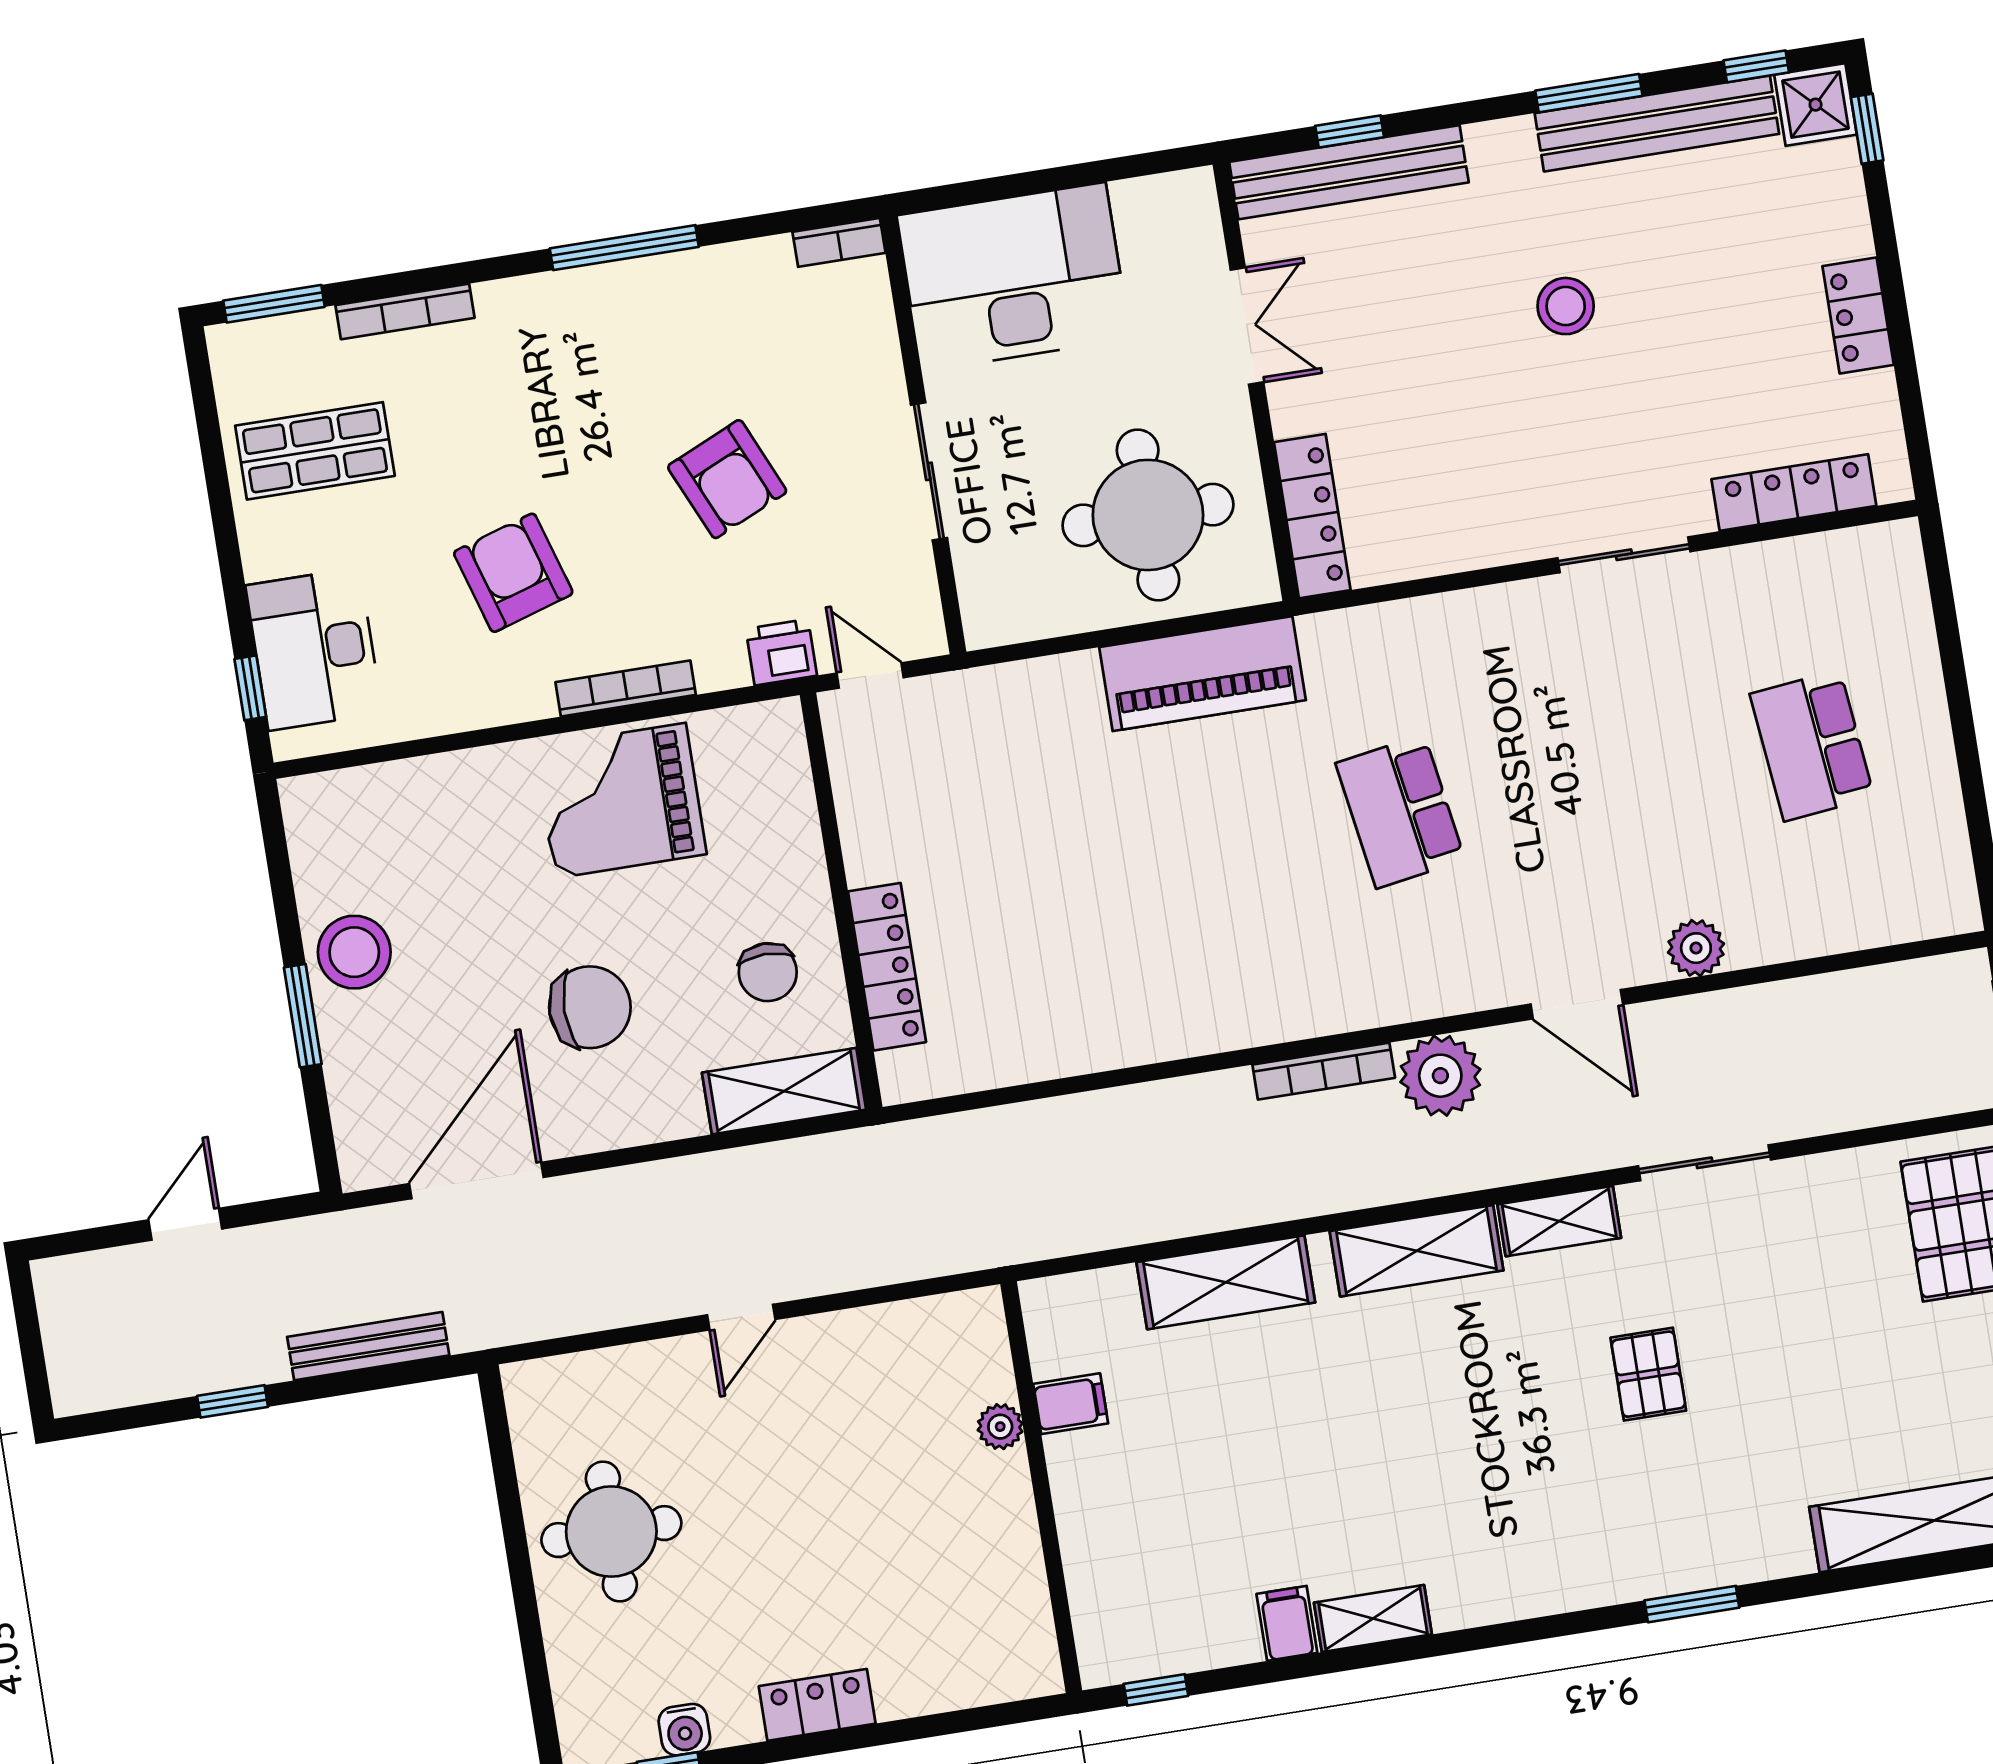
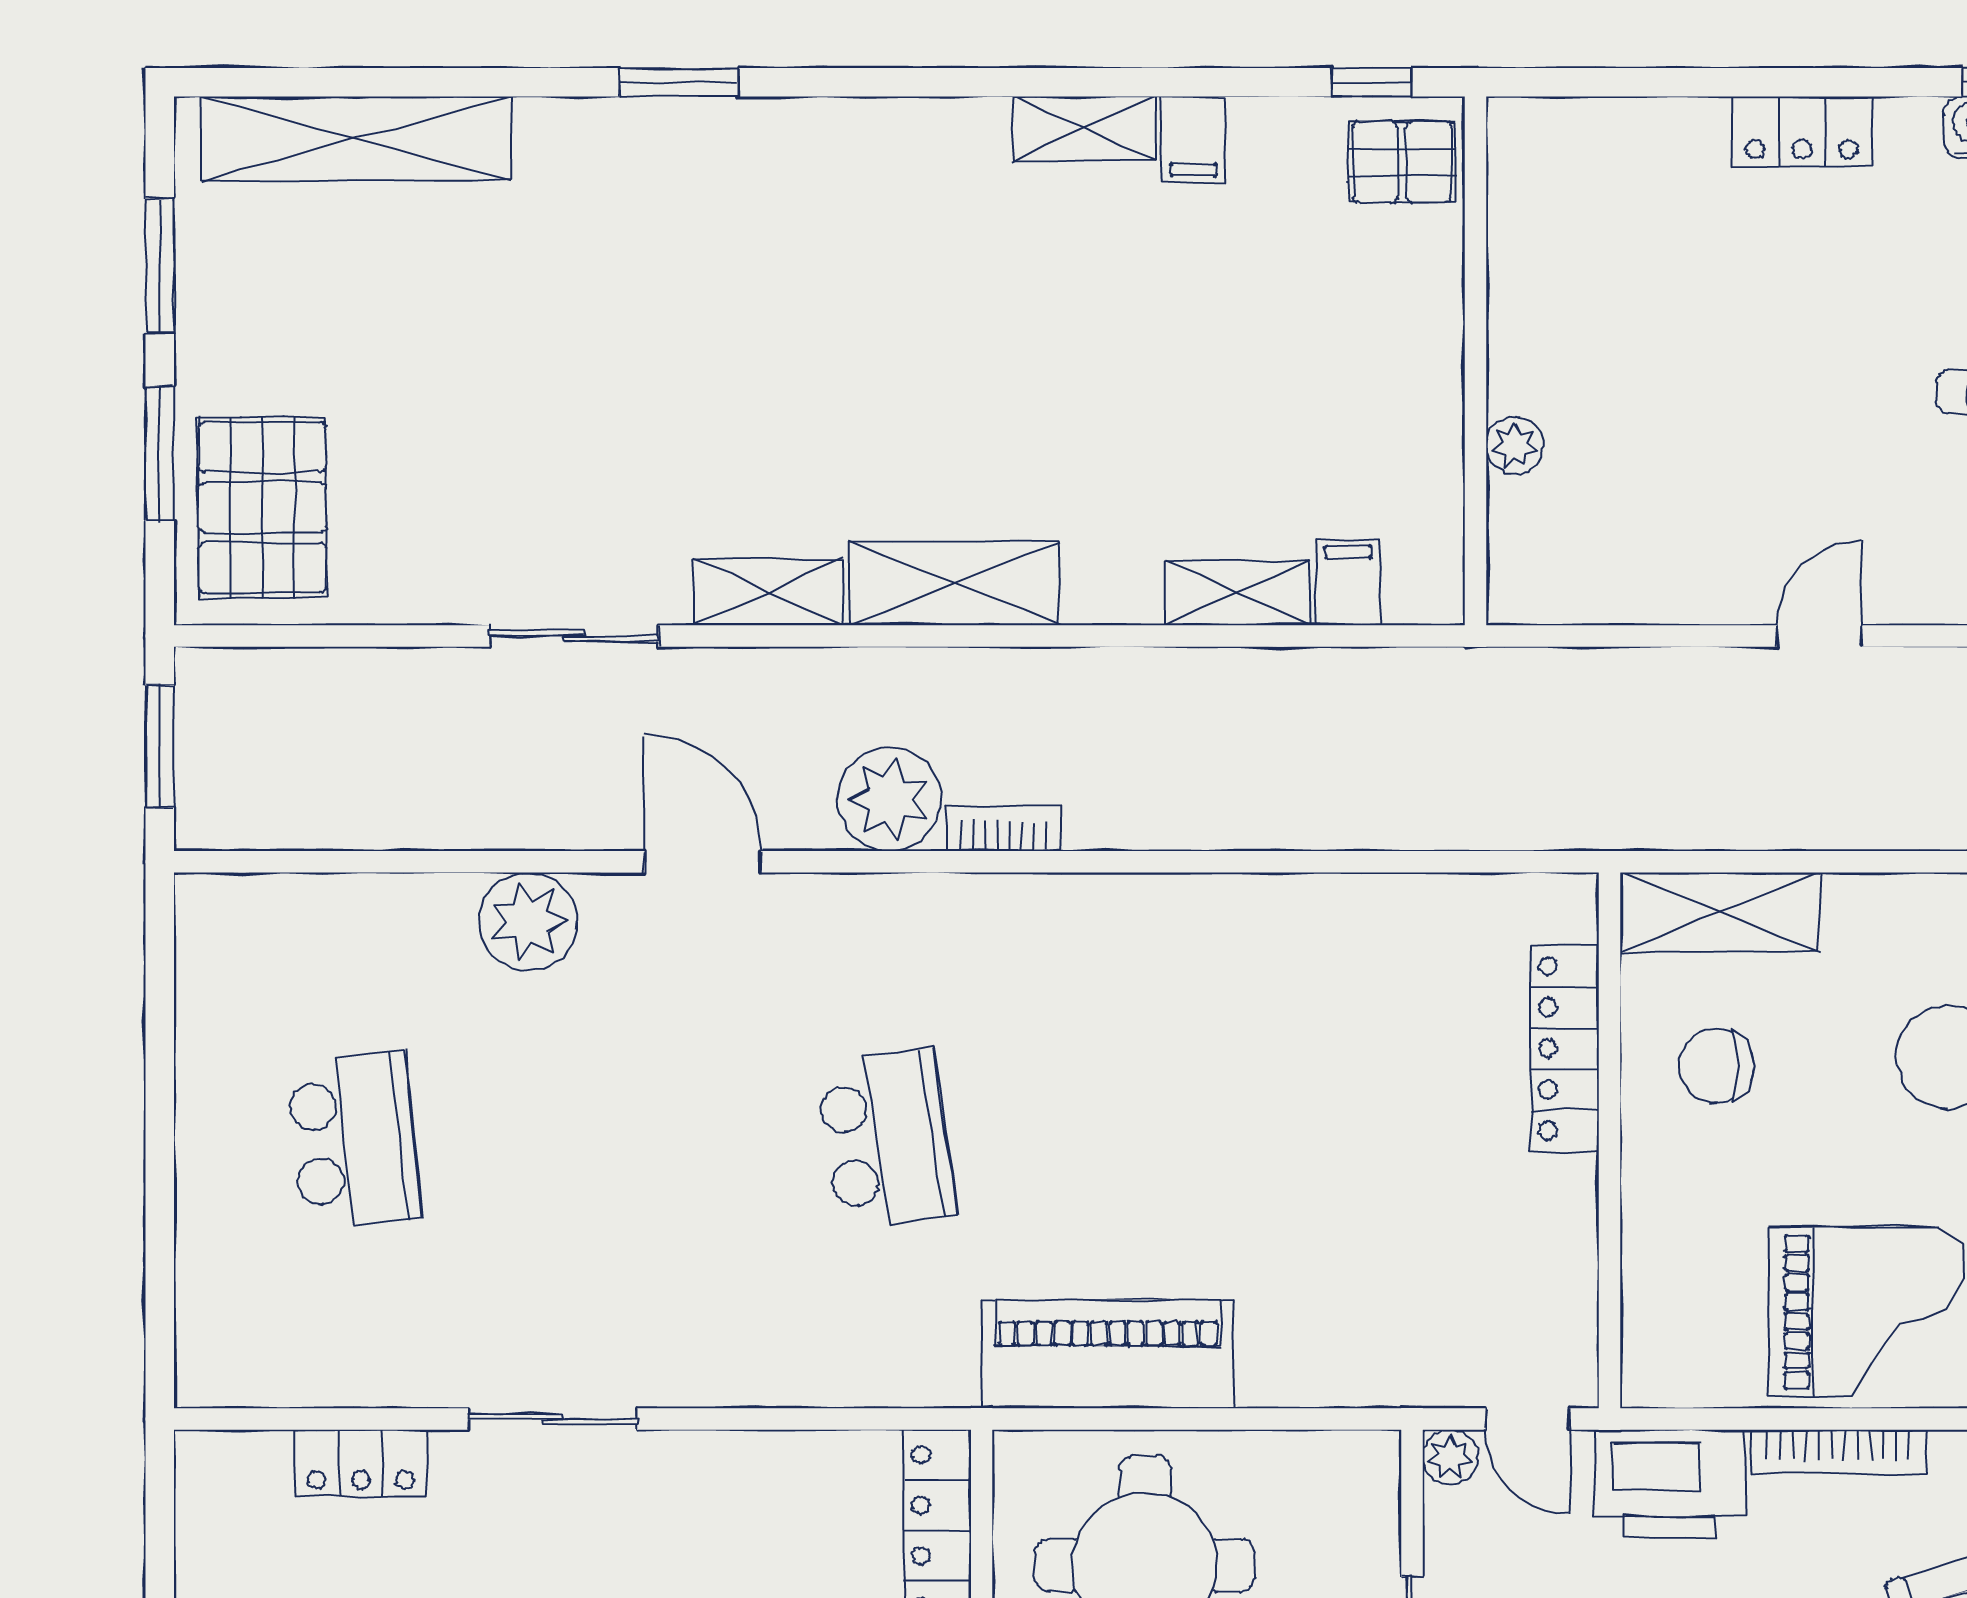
locker: (1794, 492) -> (361, 1463), width x0.66
plant: (925, 636) -> (1450, 1457), added
printer: (781, 652) -> (1670, 1484), width x1.87, depth x1.48
plant: (1696, 948) -> (528, 922), width x1.36, depth x1.36
chair: (768, 972) -> (1716, 1066), turned -90
bookcase: (1324, 1071) -> (1003, 828), width x0.64
shelving: (1226, 1282) -> (1238, 593), width x0.67, depth x0.75
pallet: (1648, 1374) -> (1402, 162), moved, turned 90
filing cabinet: (1071, 1404) -> (1348, 582), moved, turned 90

